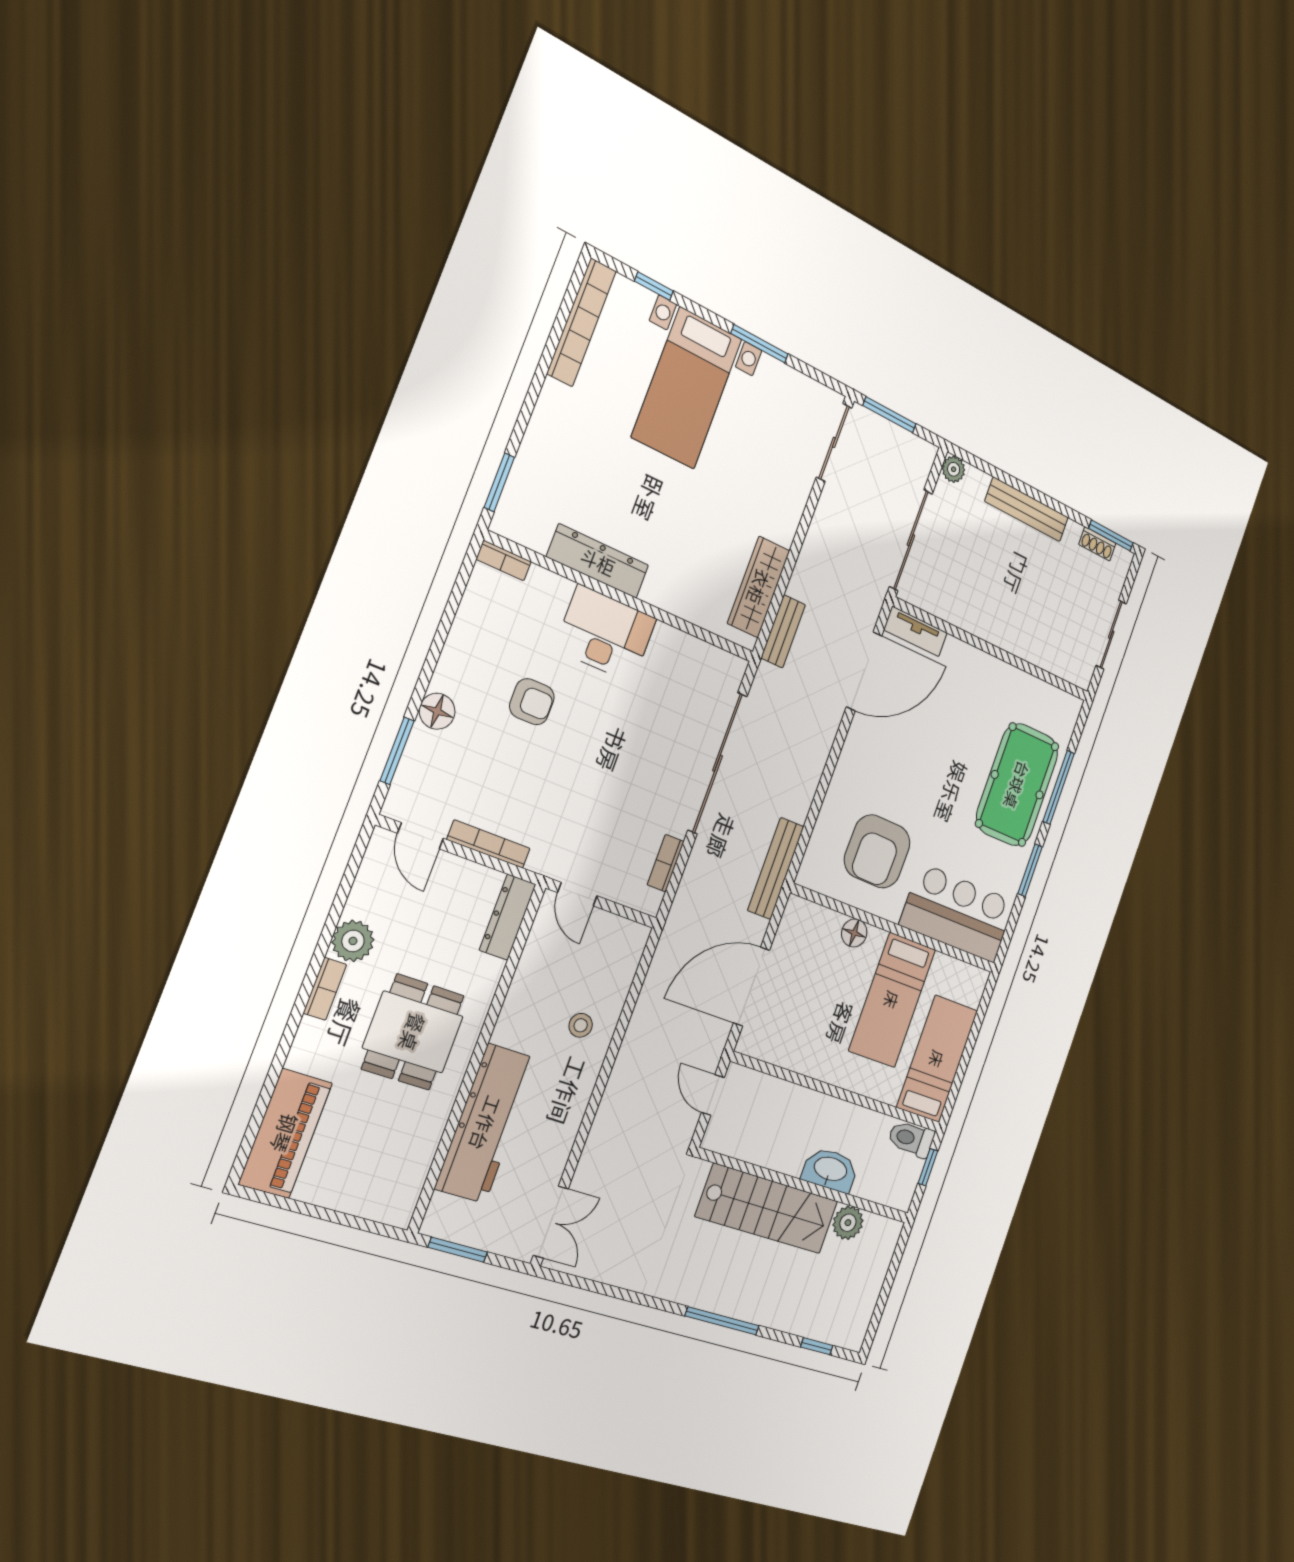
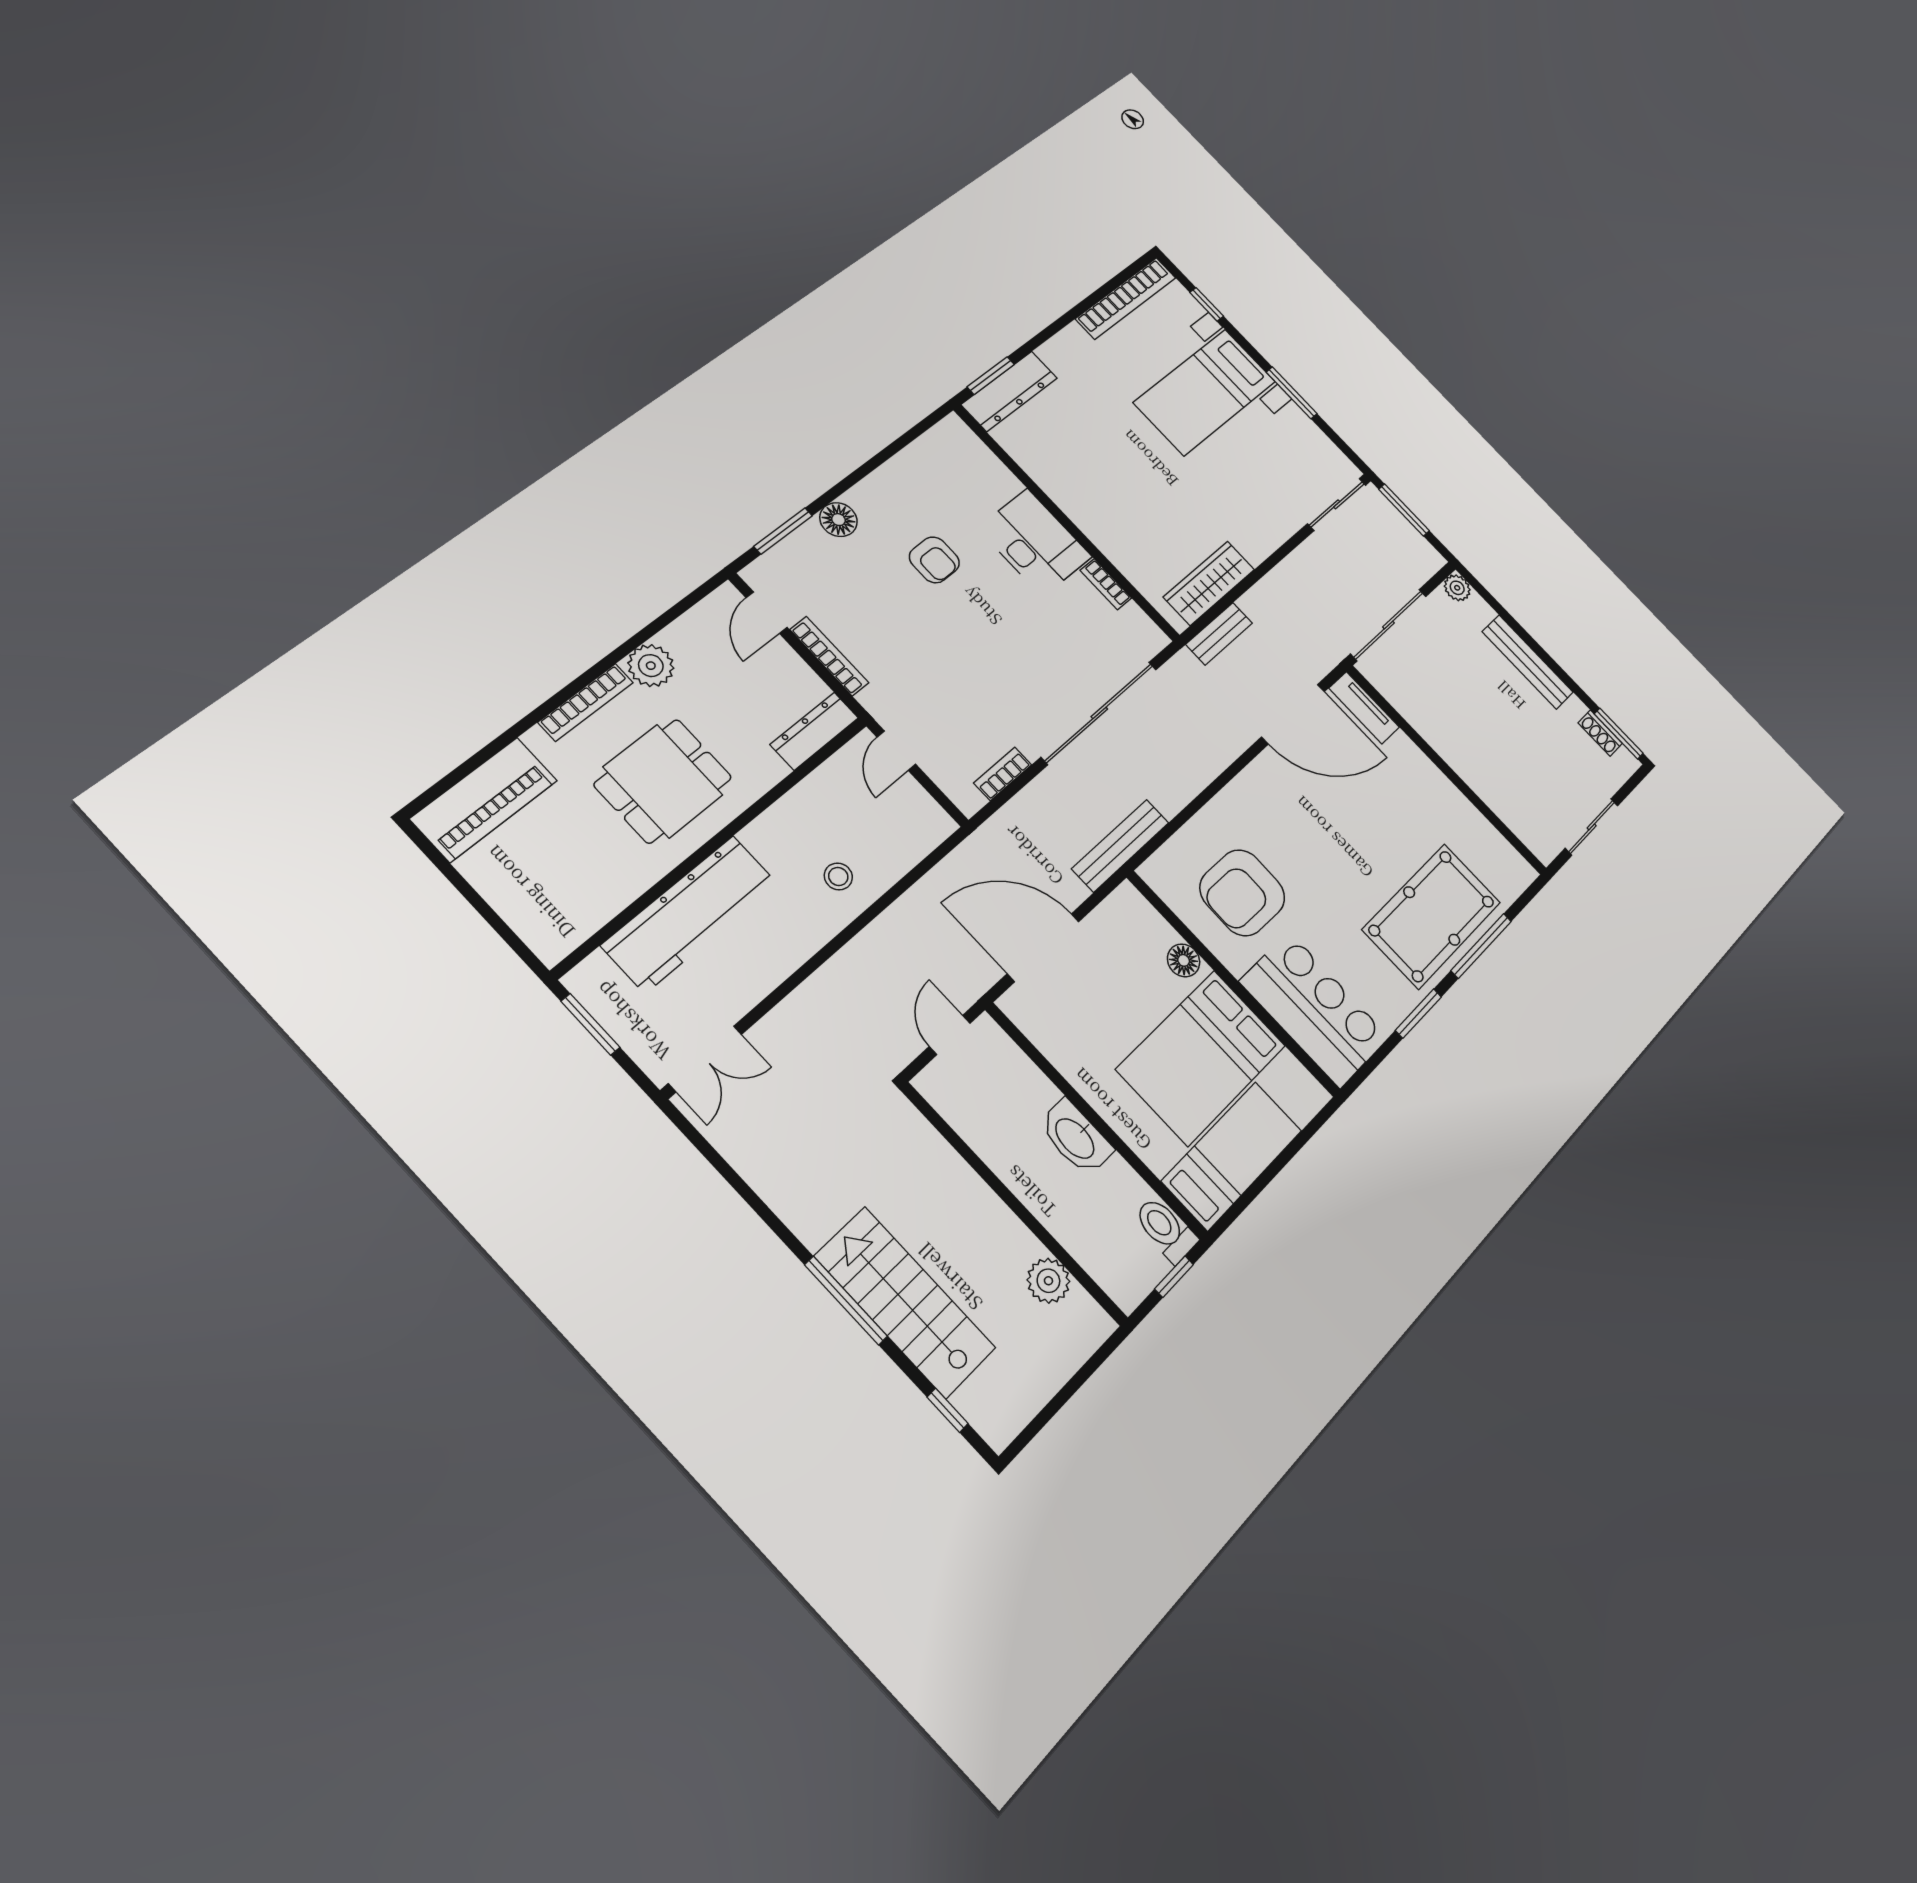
bookcase: (504, 560) -> (1106, 584), moved
dresser: (598, 561) -> (1009, 391), moved, turned 90
bookcase: (325, 989) -> (586, 702), width x1.56
bed: (892, 1000) -> (1201, 1057), width x1.50
washbasin: (830, 1170) -> (1076, 1138), moved, turned 180
stairs: (767, 1209) -> (905, 1302), moved, turned 180

